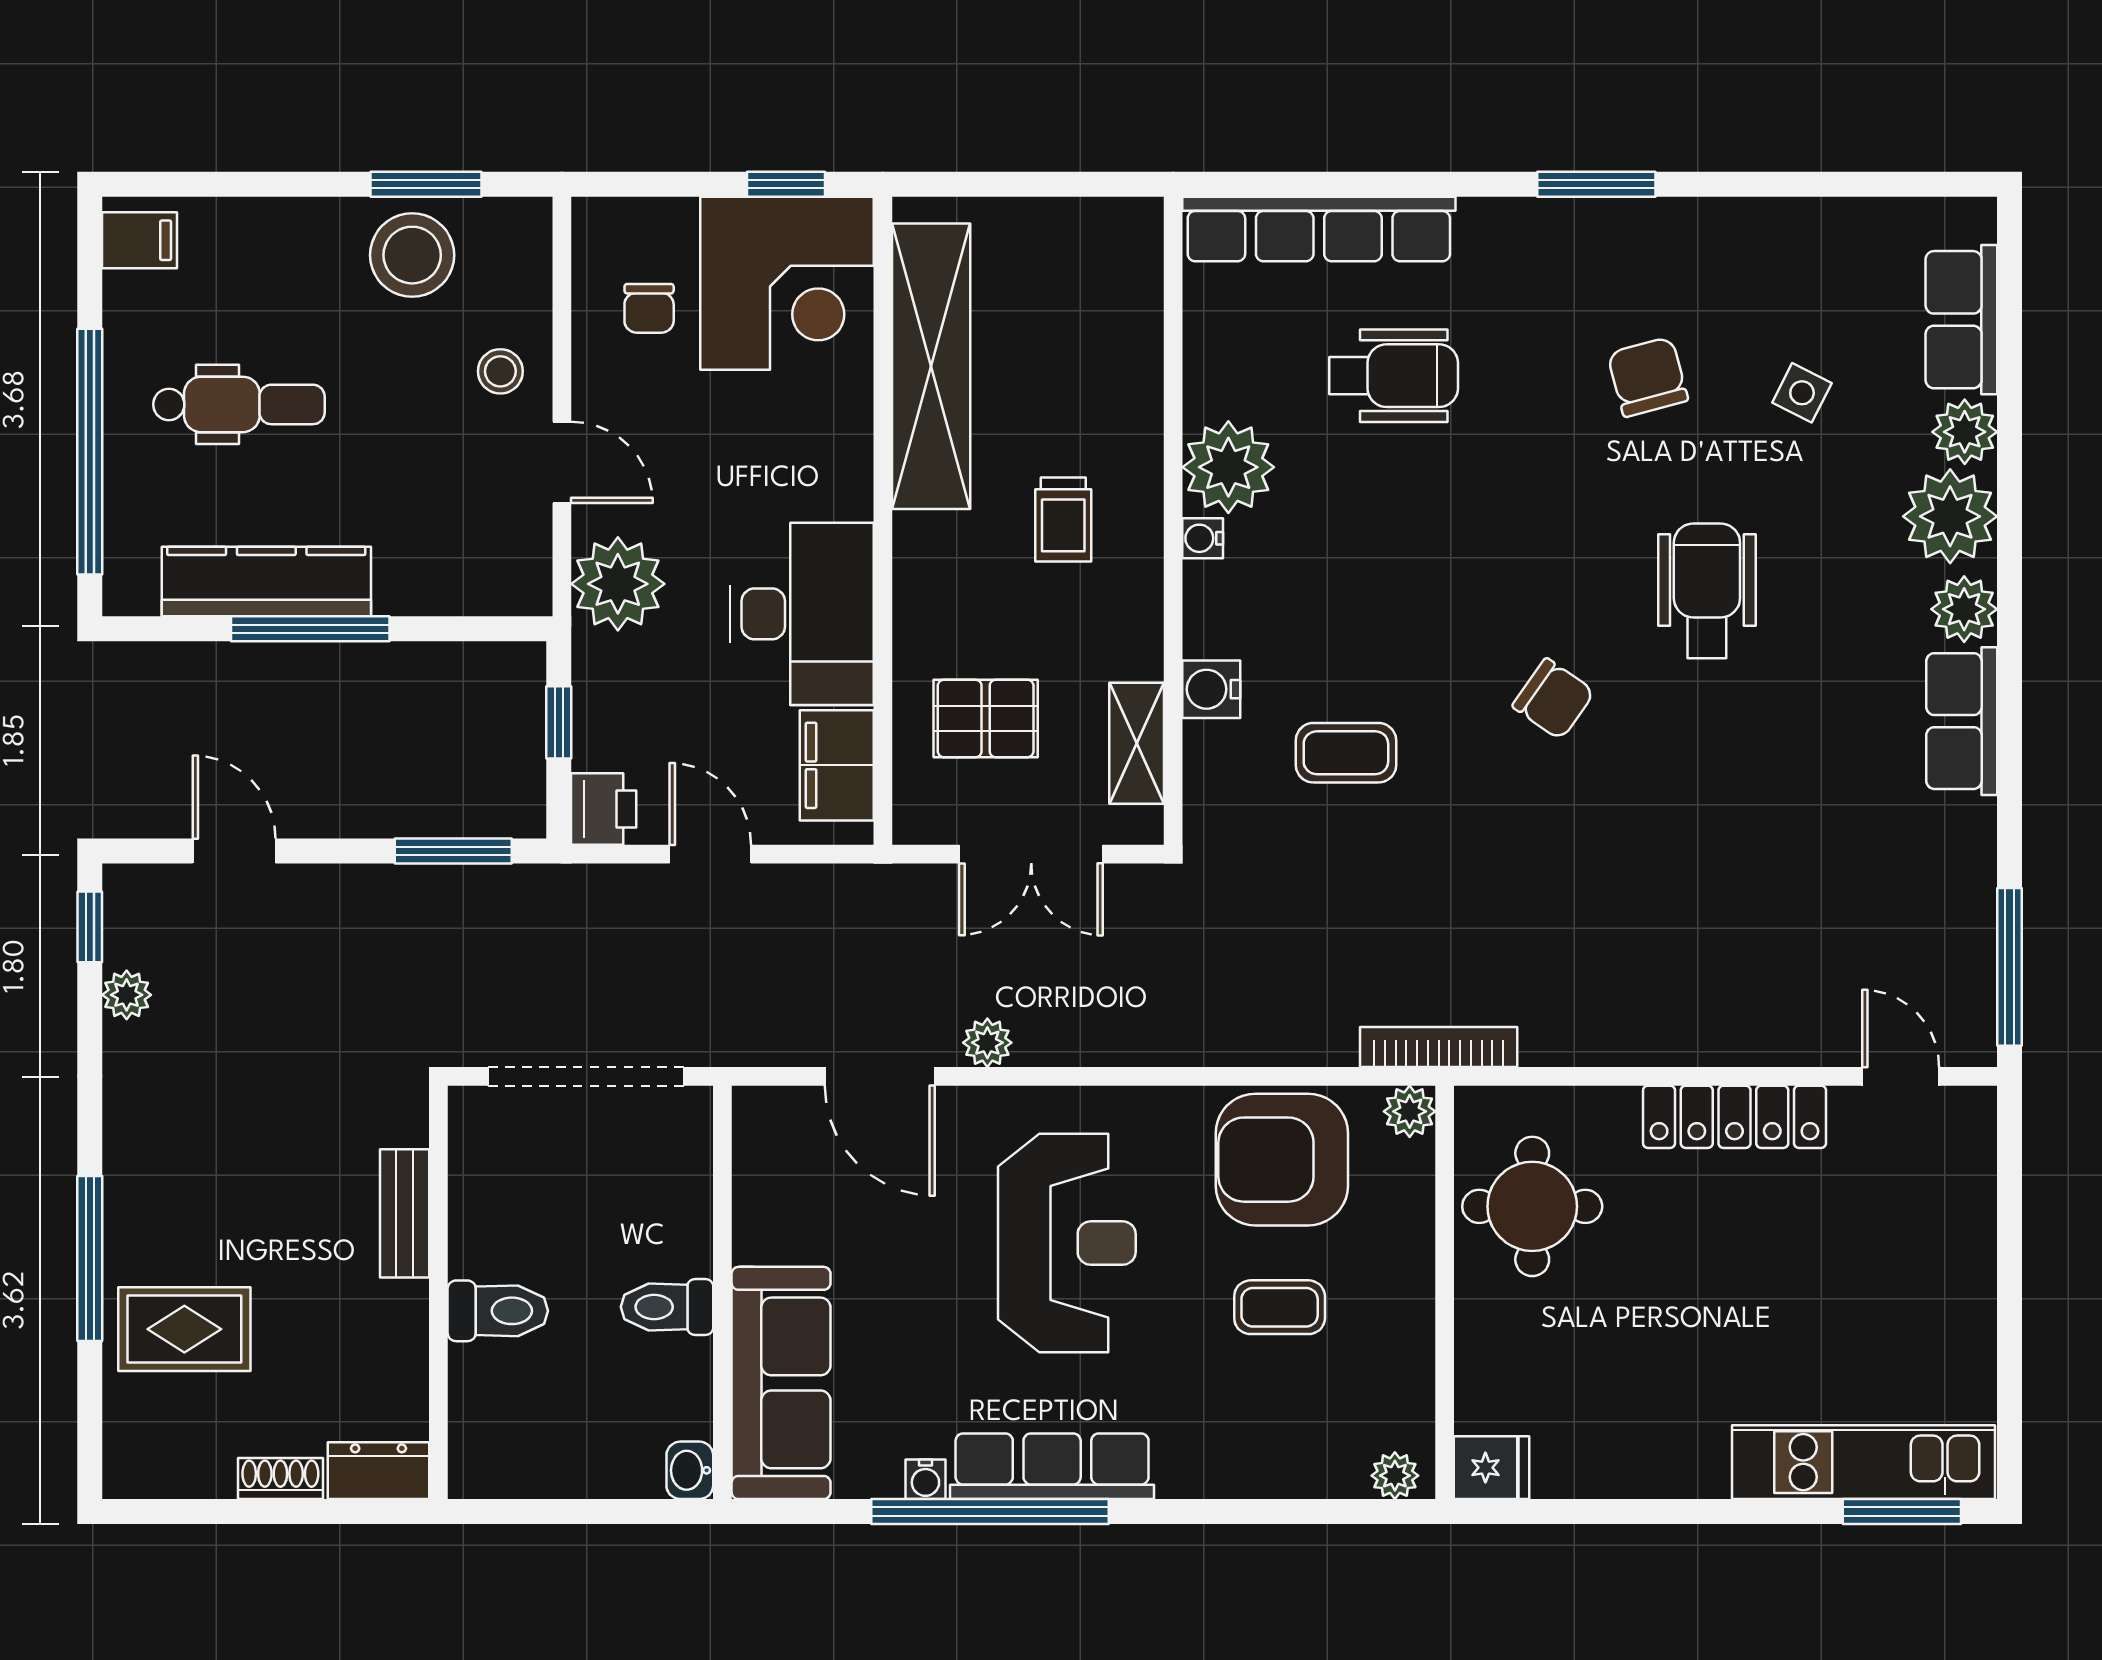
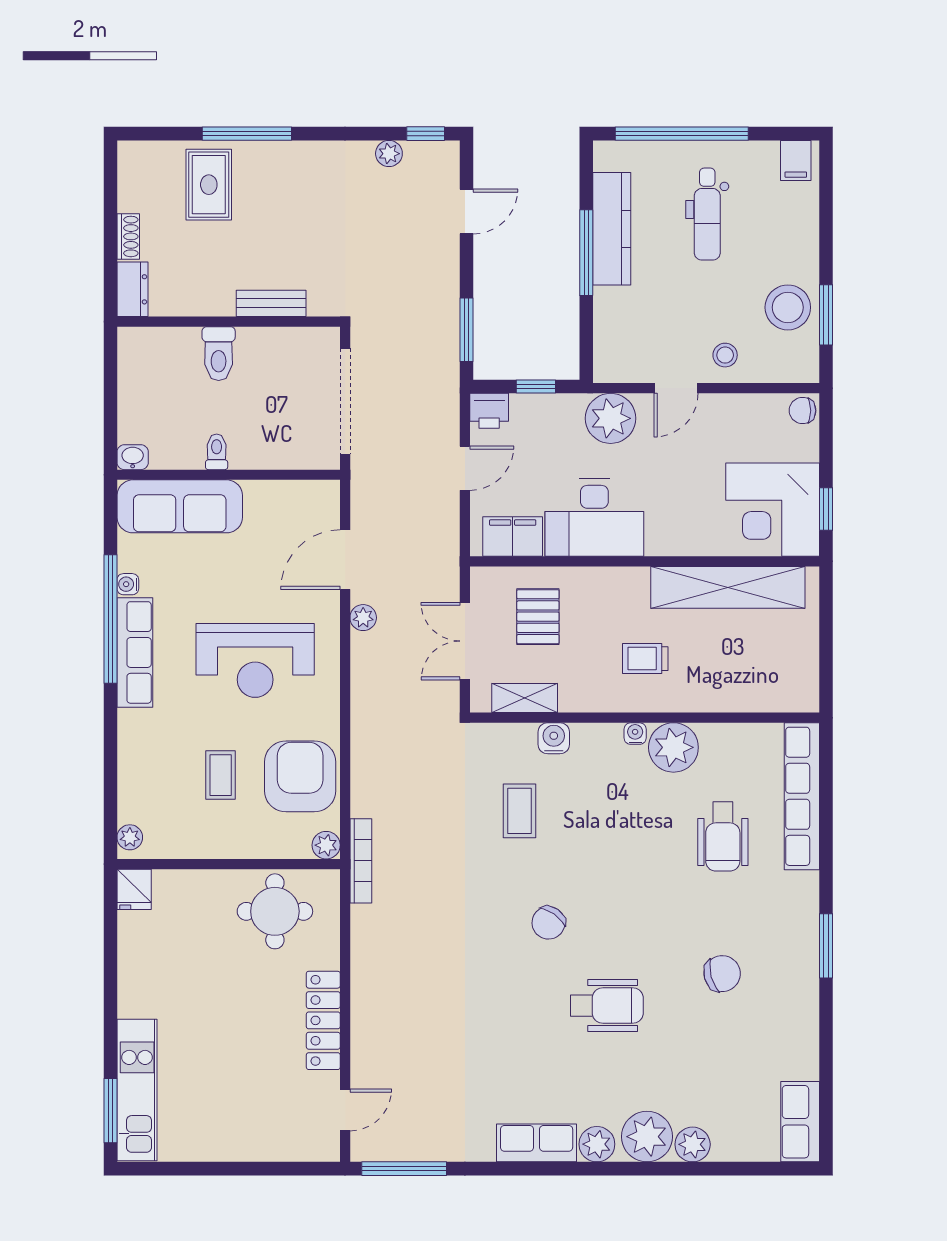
chair: (649, 308) -> (803, 411), moved
row of seats: (1961, 320) -> (800, 1122), moved, turned -90
side table: (1802, 393) -> (714, 1057), removed
toilet: (667, 1307) -> (217, 452), width x0.73, depth x0.72

